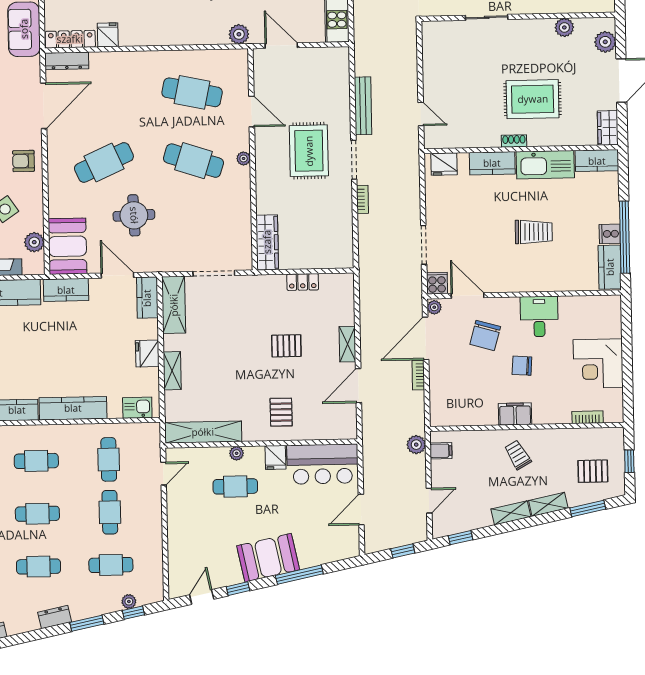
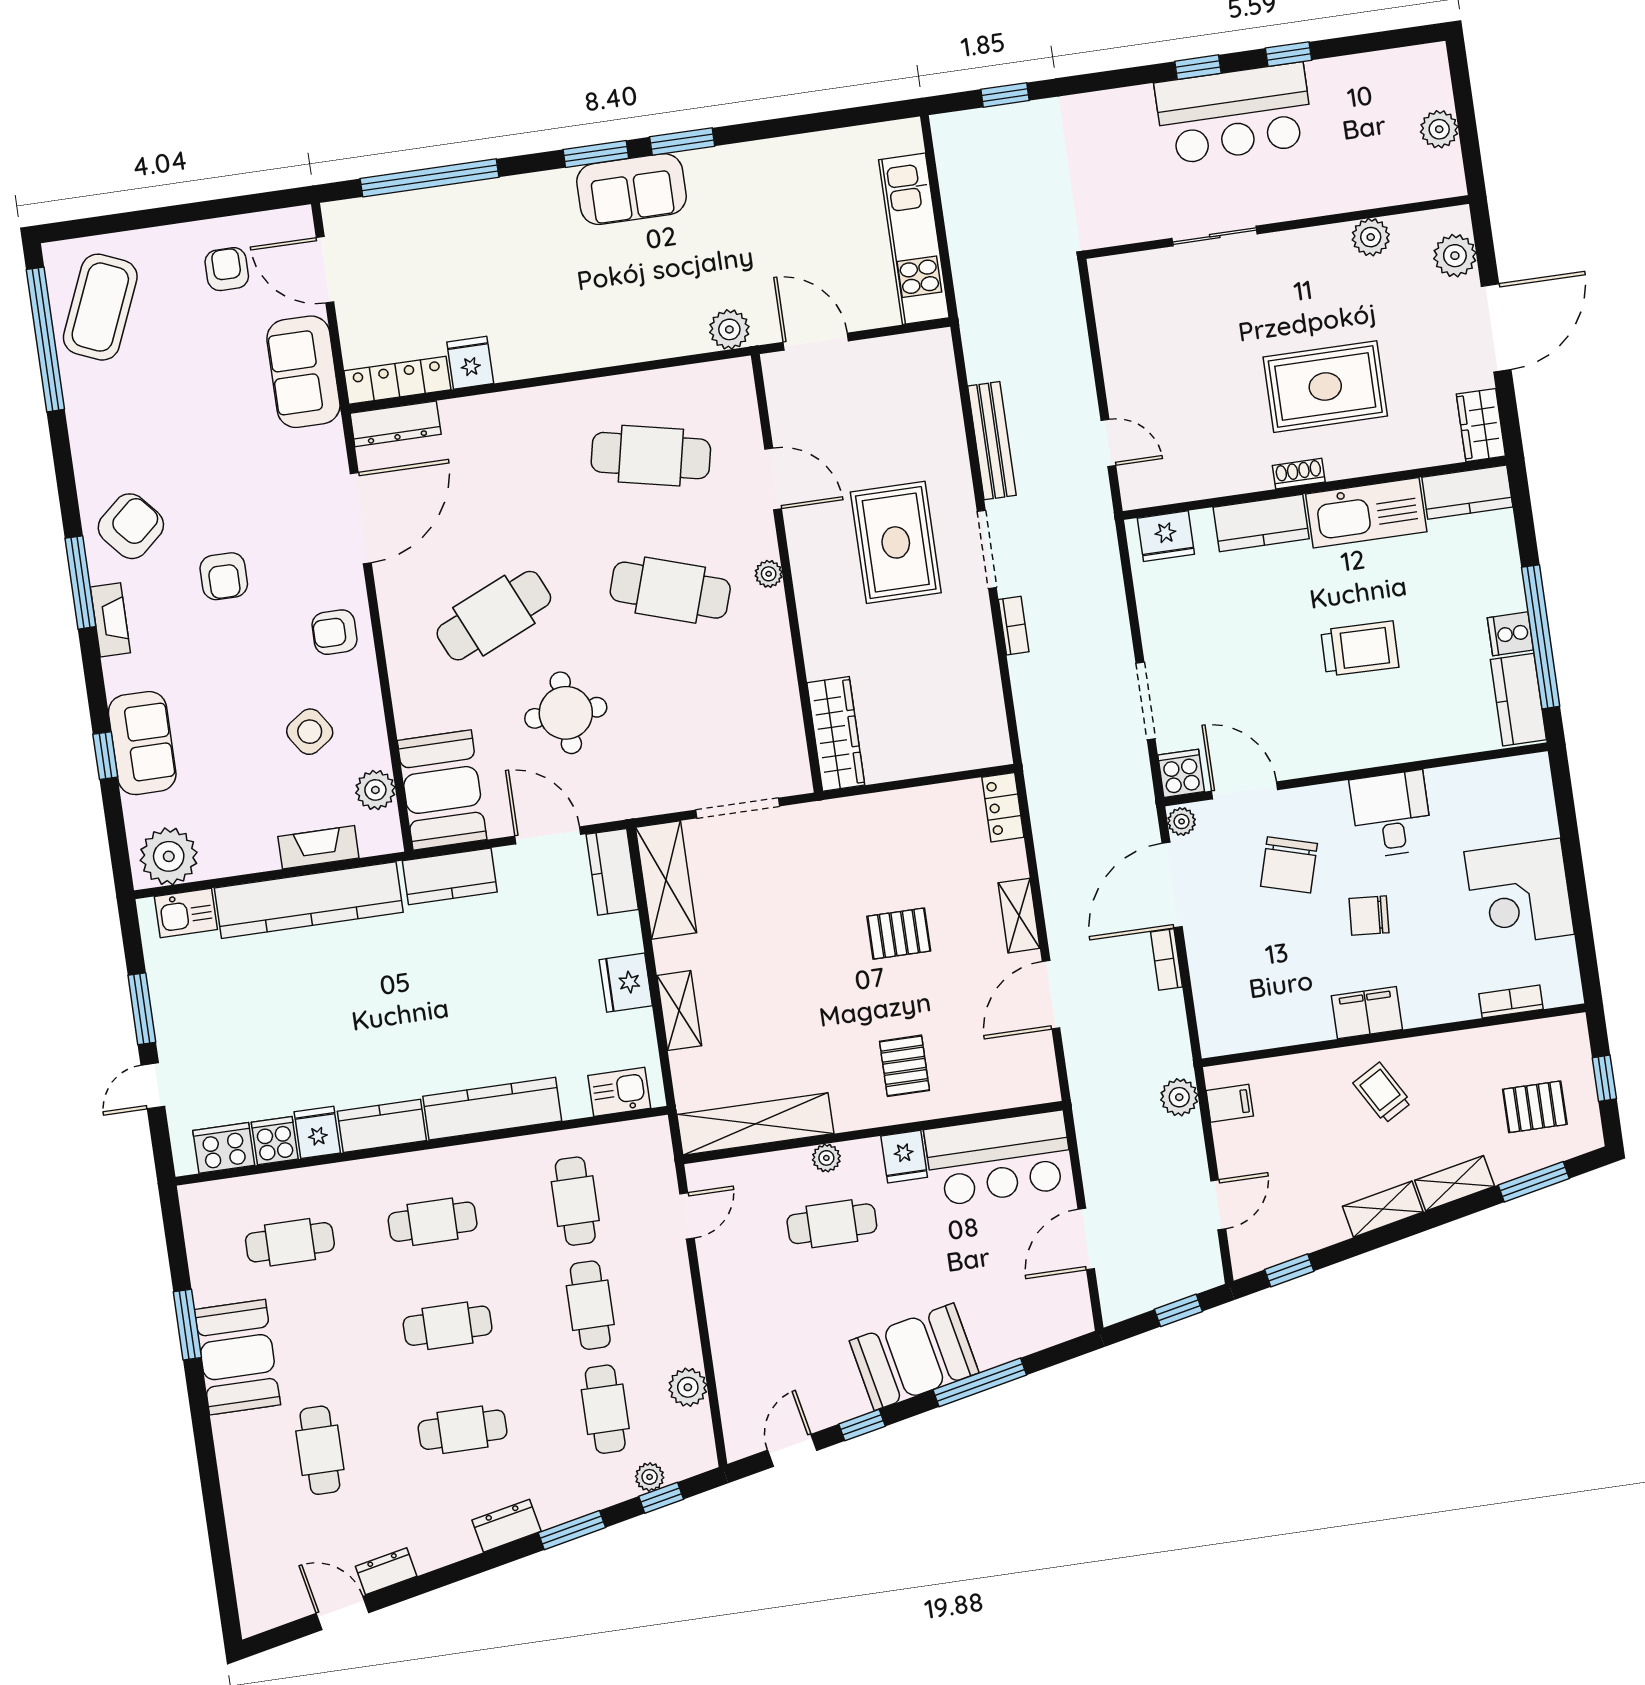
locker: (303, 282) -> (1003, 807), moved, turned 90
plant: (153, 559) -> (688, 1387), added
cafe table: (111, 565) -> (605, 1409), turned 90

